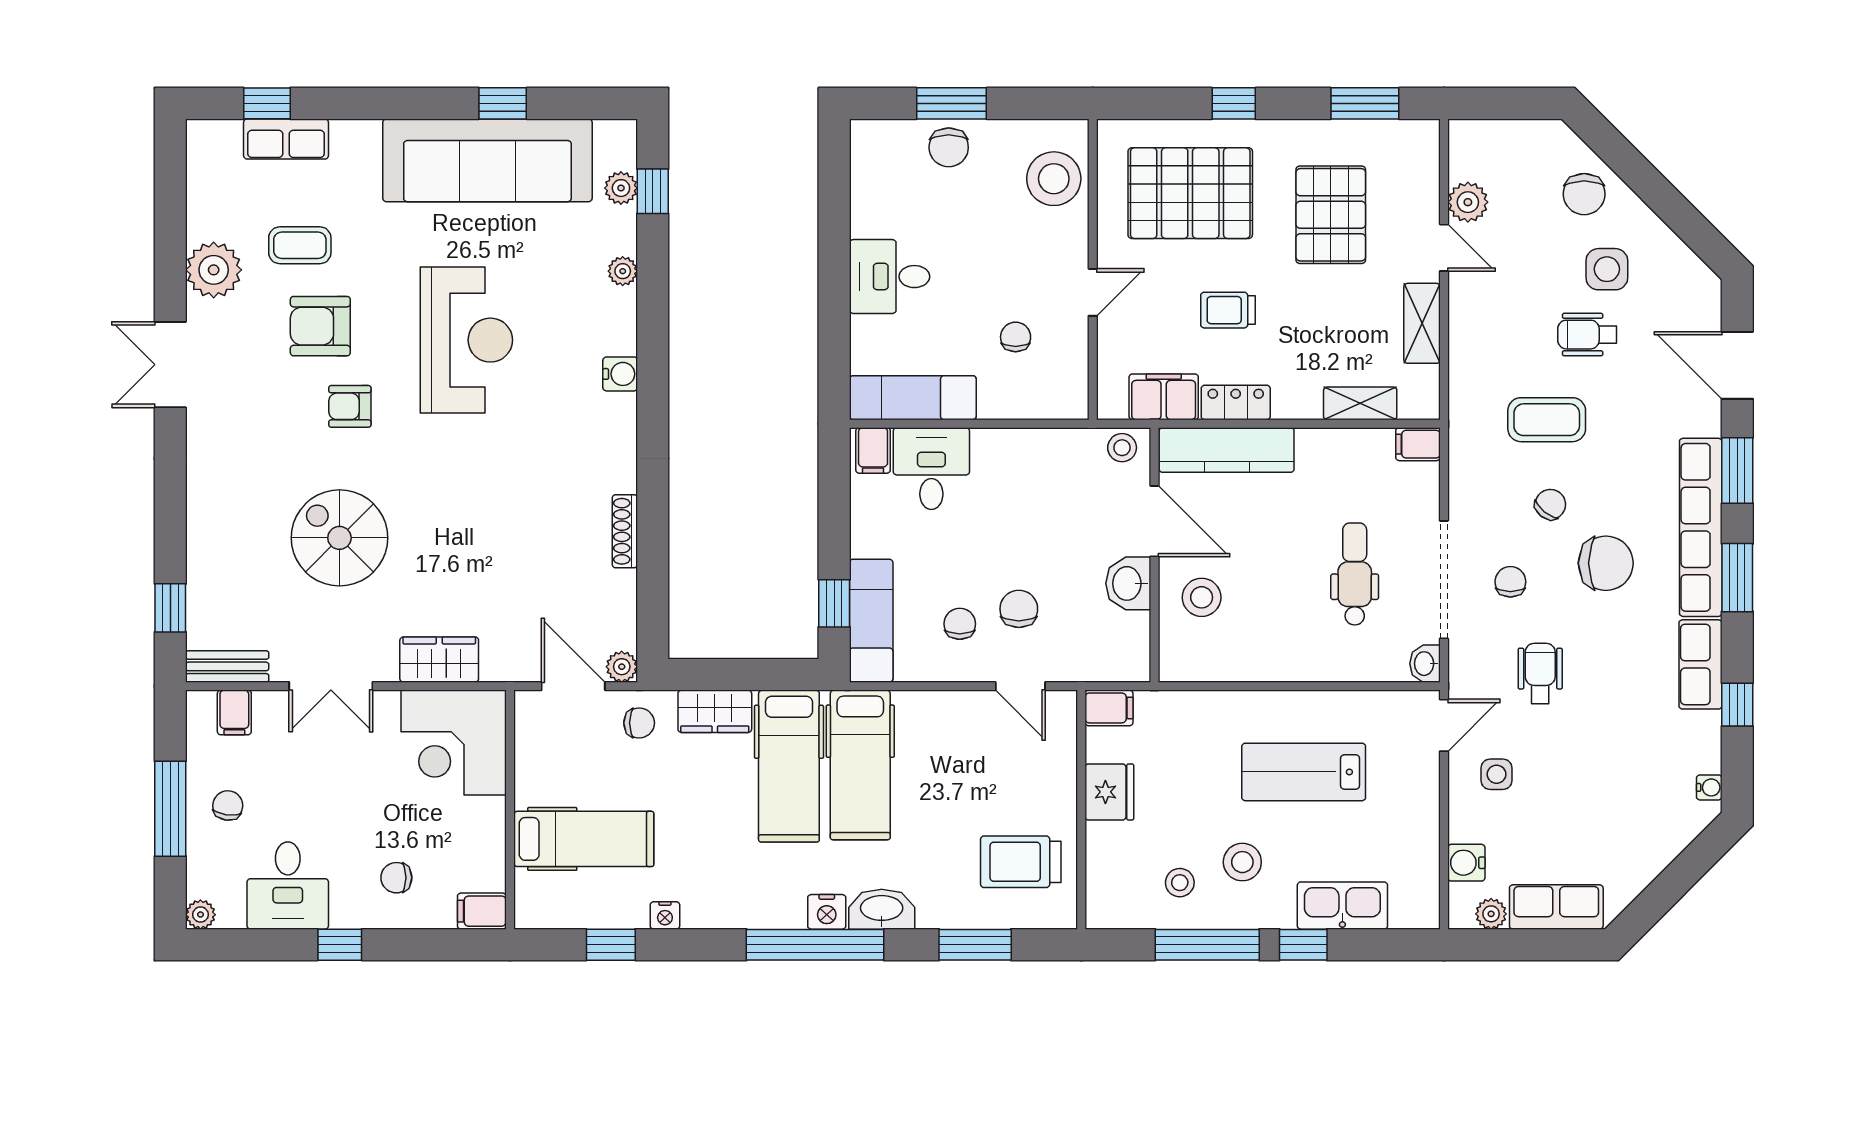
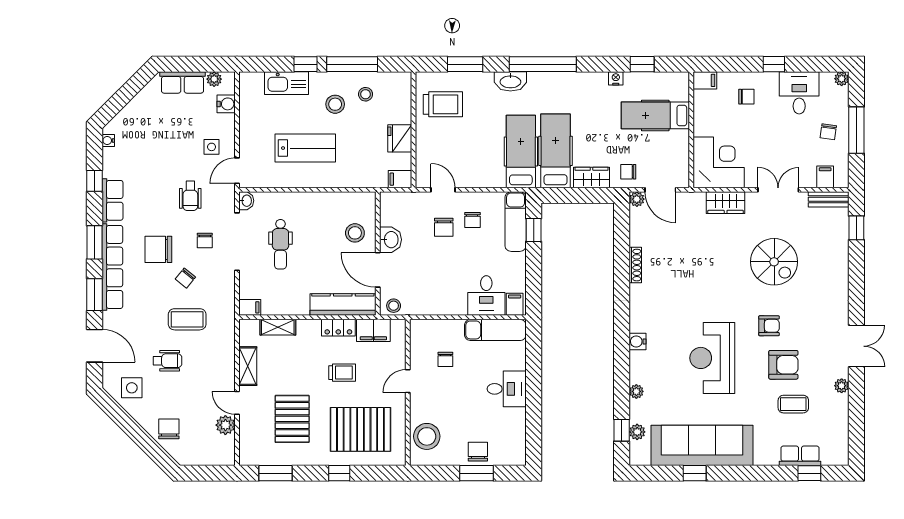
side table: (1607, 269) -> (132, 388), moved
plant: (214, 270) -> (842, 386), width x0.53, depth x0.53
nightstand: (827, 912) -> (537, 80), removed

